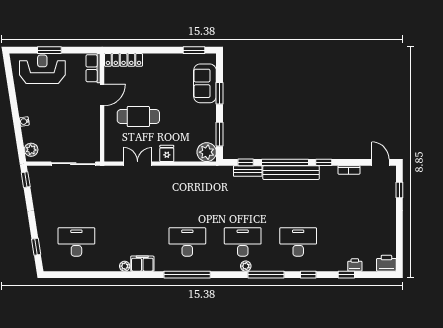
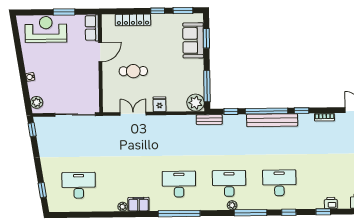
window: (49, 50) -> (64, 12), moved
window: (166, 50) -> (158, 11), added
locker: (124, 60) -> (133, 20), moved
window: (219, 93) -> (206, 38), moved
cafe table: (138, 117) -> (133, 71), width x0.73, depth x0.74
window: (219, 134) -> (207, 86), width x1.44
bench: (248, 171) -> (209, 120), moved

